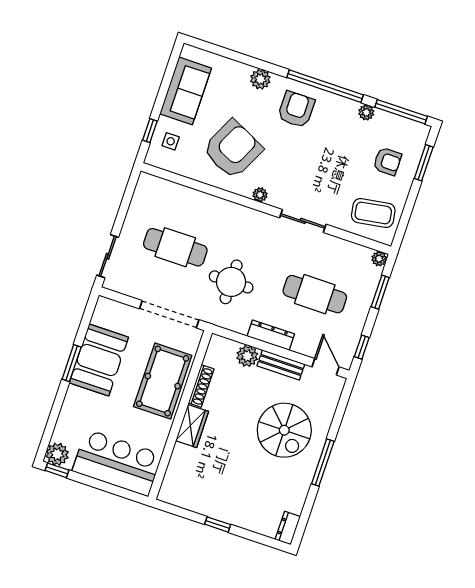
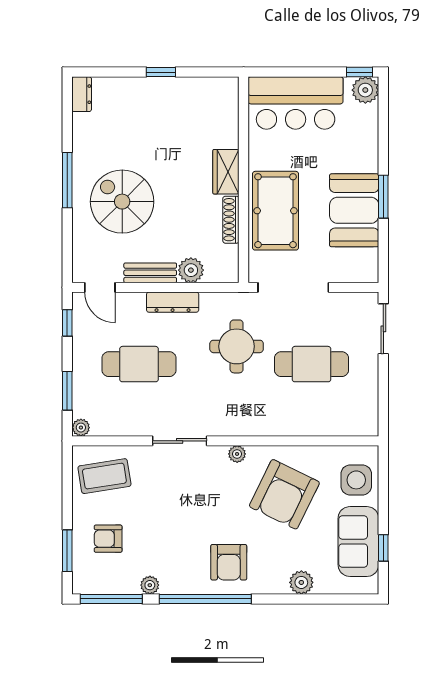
plant: (260, 79) -> (301, 582), moved
window: (150, 131) -> (383, 548), moved
side table: (171, 141) -> (356, 480), width x1.87, depth x1.87

